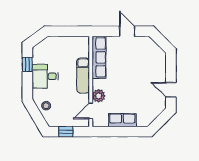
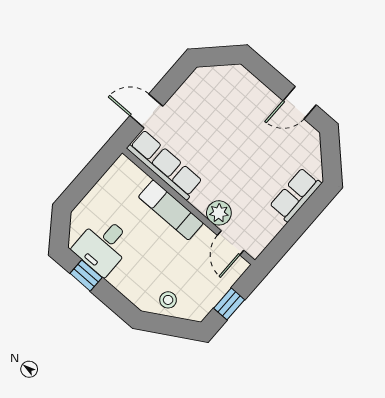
door: (127, 31) -> (146, 111), moved
desk: (45, 76) -> (103, 246), moved
row of seats: (122, 120) -> (295, 195), moved

